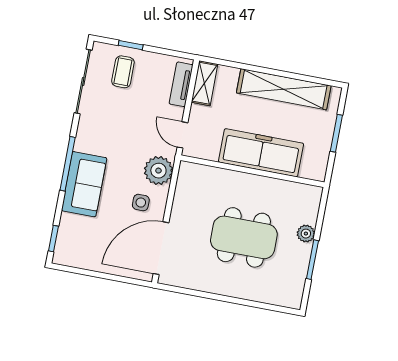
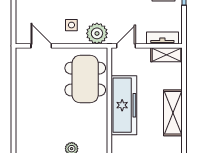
shelving: (284, 89) -> (173, 113), width x0.68
dining table: (244, 237) -> (85, 79), moved
door: (161, 248) -> (41, 46), width x0.53

